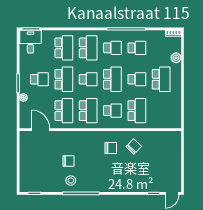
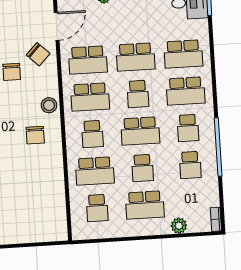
school desk: (39, 79) -> (97, 208), moved
stool: (92, 138) -> (49, 105), added
chair: (134, 146) -> (38, 54), moved

